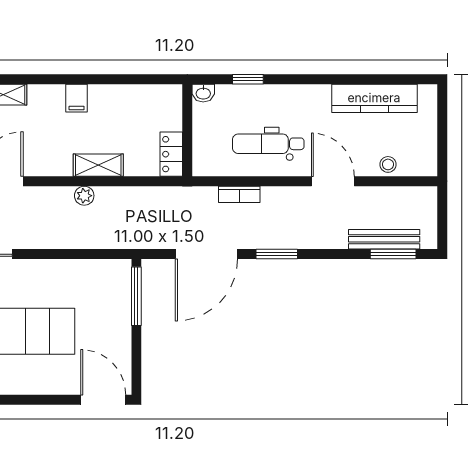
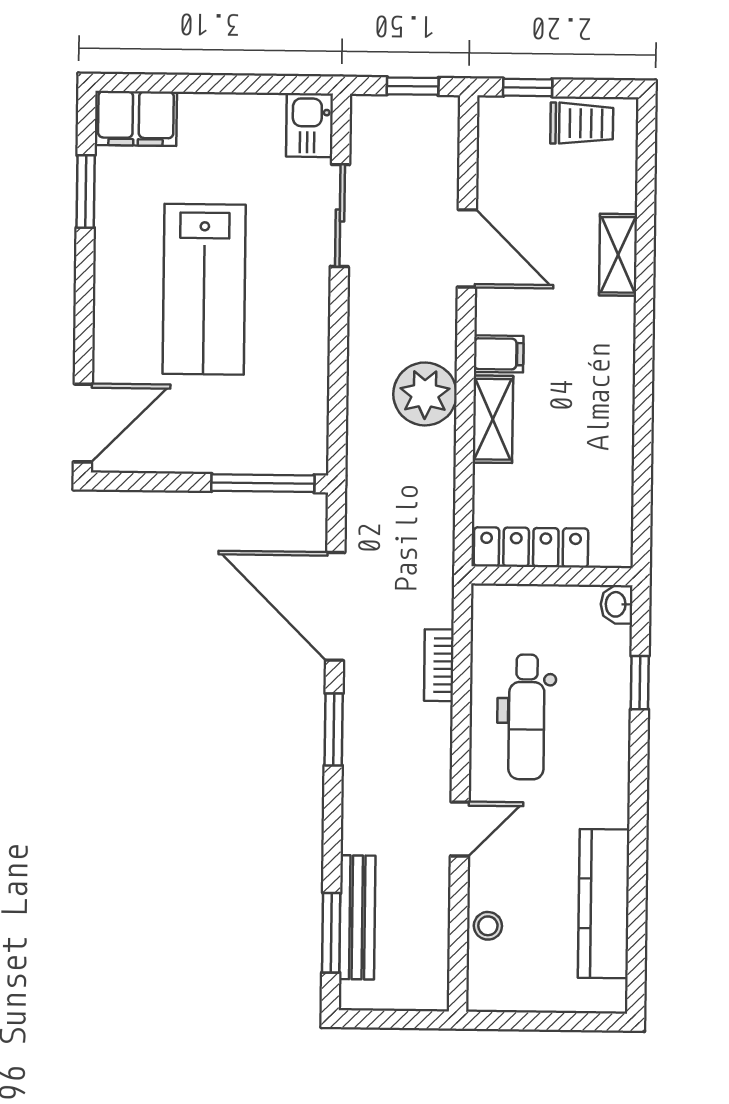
filing cabinet: (77, 98) -> (499, 354), moved, turned 180
dental chair: (268, 144) -> (527, 717), turned 180
locker: (171, 154) -> (531, 547), width x1.53
door: (333, 181) -> (460, 829), width x0.73
plant: (84, 196) -> (425, 394), width x1.88, depth x1.88

